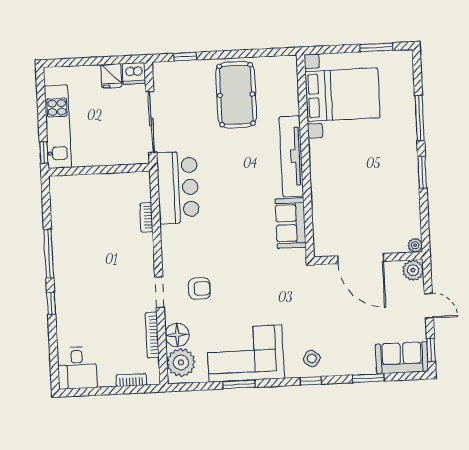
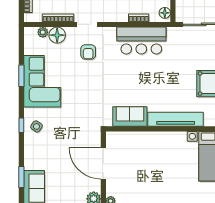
floor lamp: (137, 180) -> (165, 13), added
bar counter: (178, 188) -> (141, 41), moved
door: (361, 259) -> (103, 163), hinge flipped
plant: (181, 362) -> (43, 32), width x0.53, depth x0.53
window: (368, 378) -> (21, 177), moved

